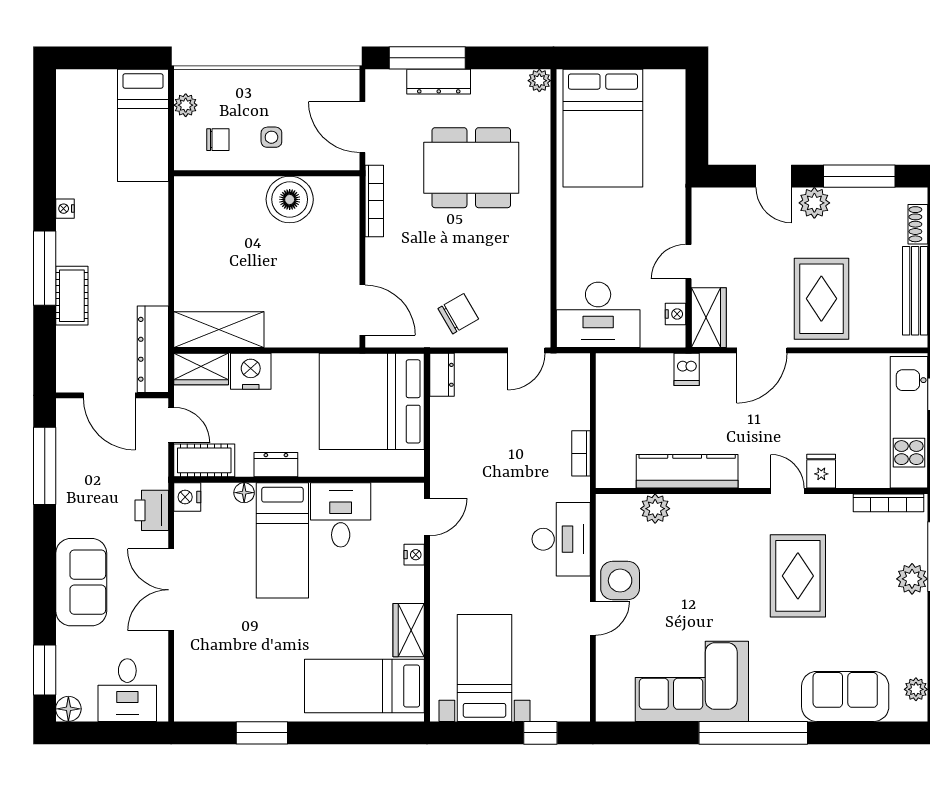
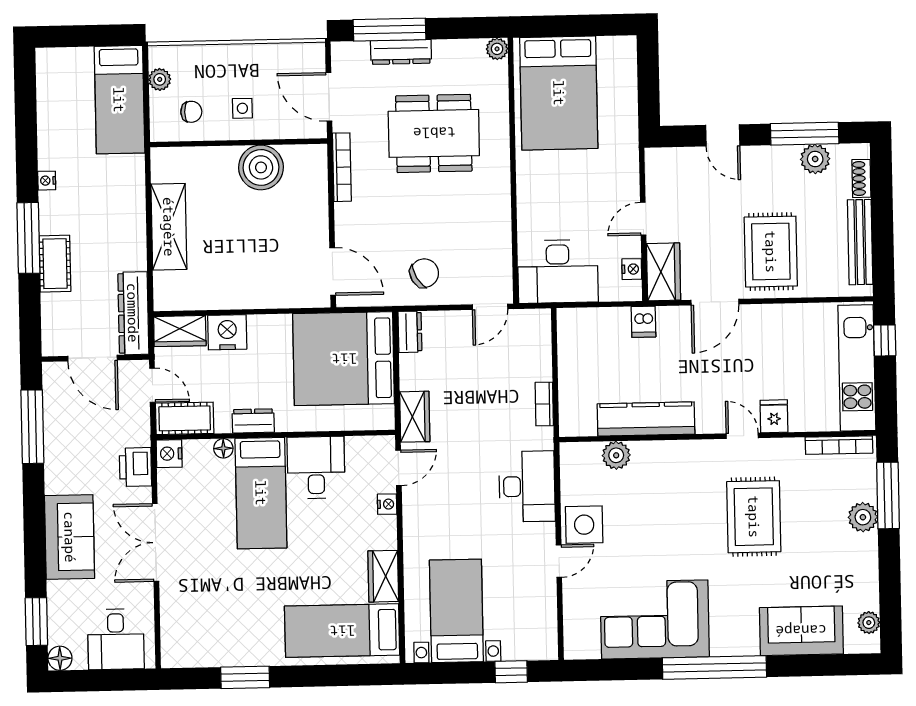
plant: (814, 203) -> (815, 159), moved
shelving: (219, 330) -> (169, 227), moved, turned 90
wardrobe: (445, 464) -> (415, 417), added

